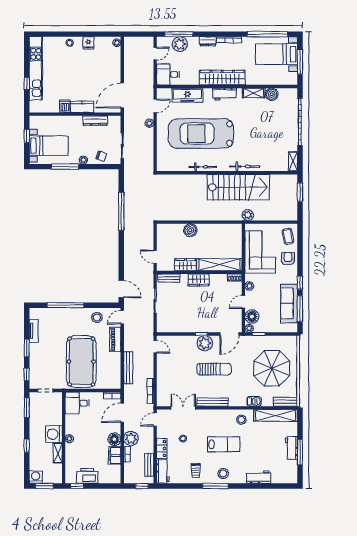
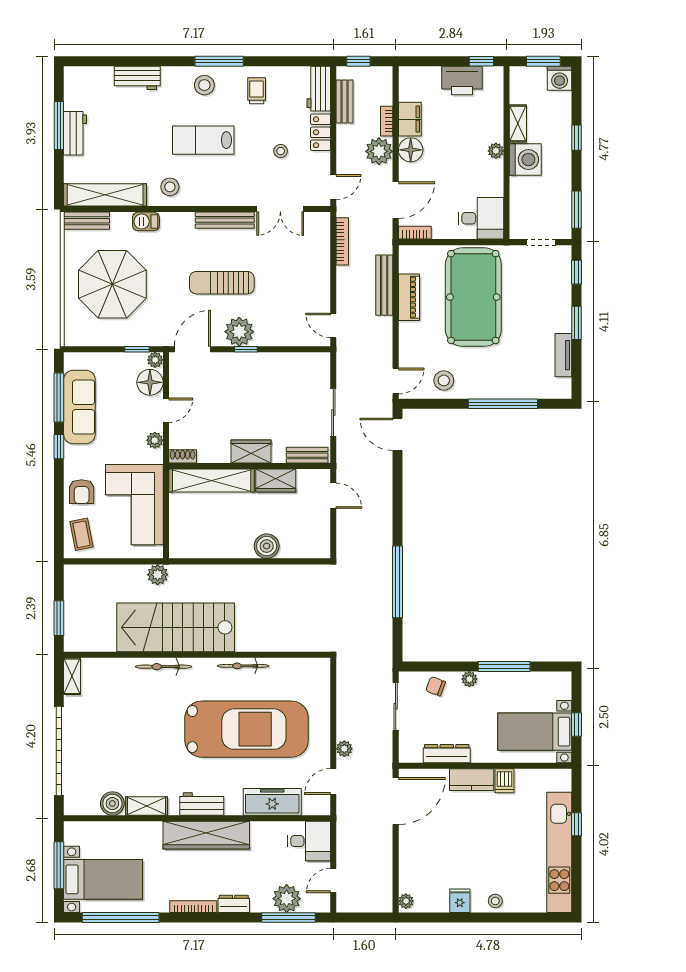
bed with nightstands: (49, 146) -> (535, 732), moved
piano: (115, 340) -> (409, 297), moved

